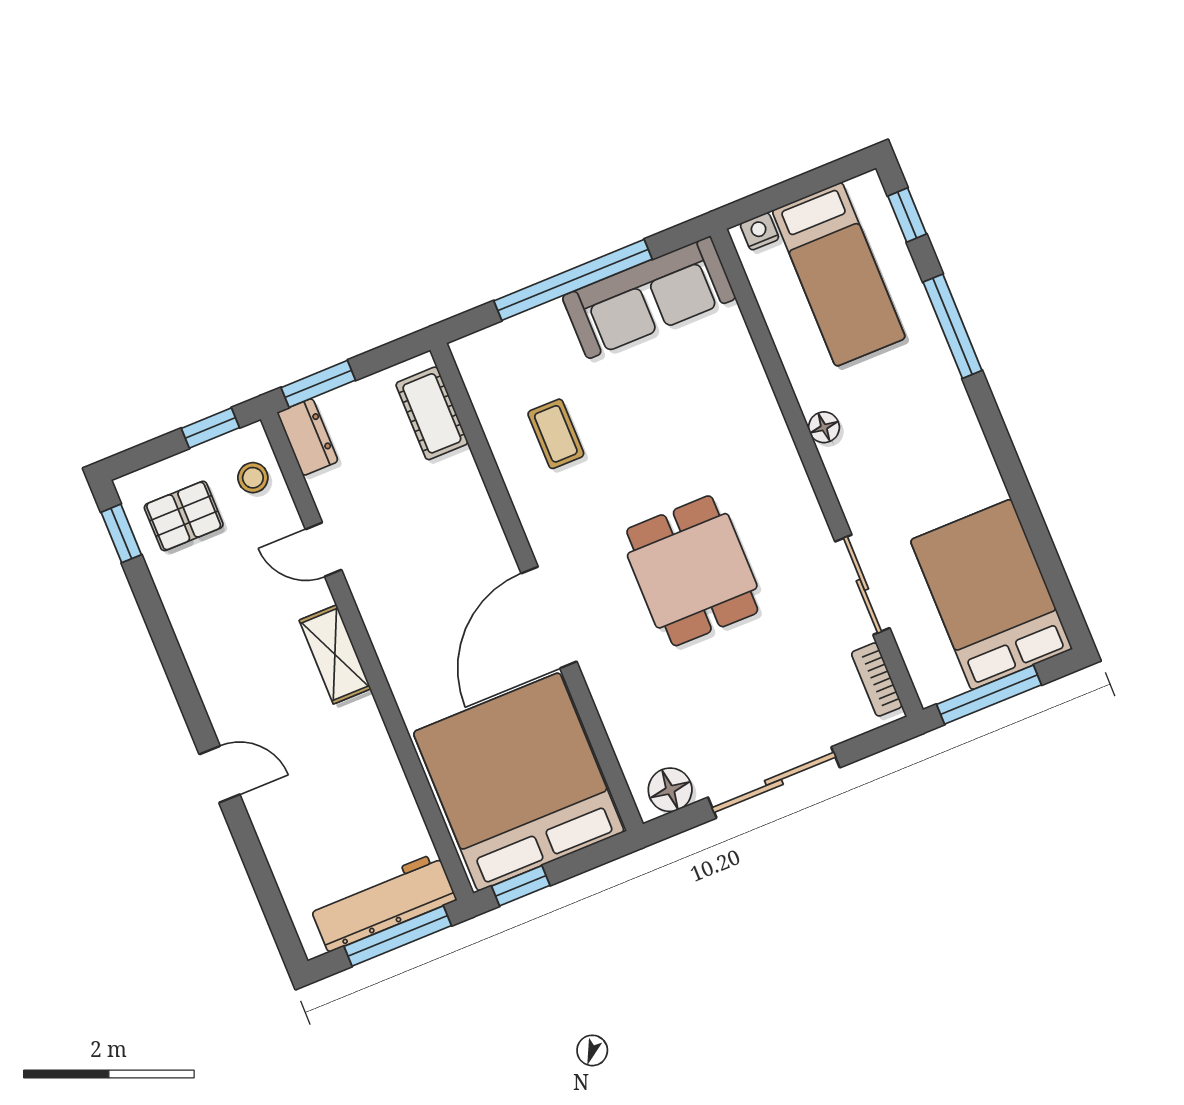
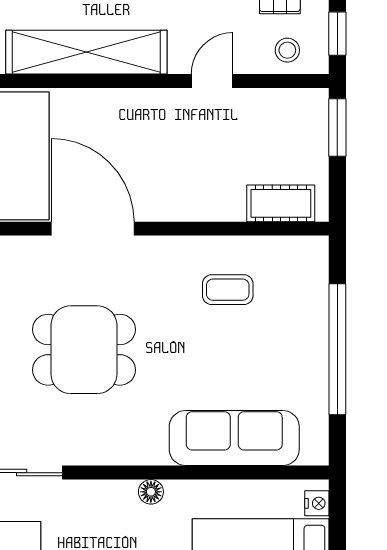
sofa: (649, 297) -> (234, 438), moved, turned 90
dresser: (308, 437) -> (301, 103), removed
shelving: (335, 654) -> (86, 52), width x2.20, depth x1.33

